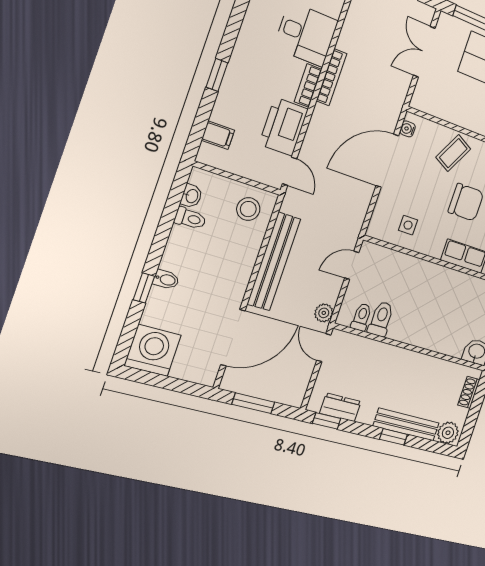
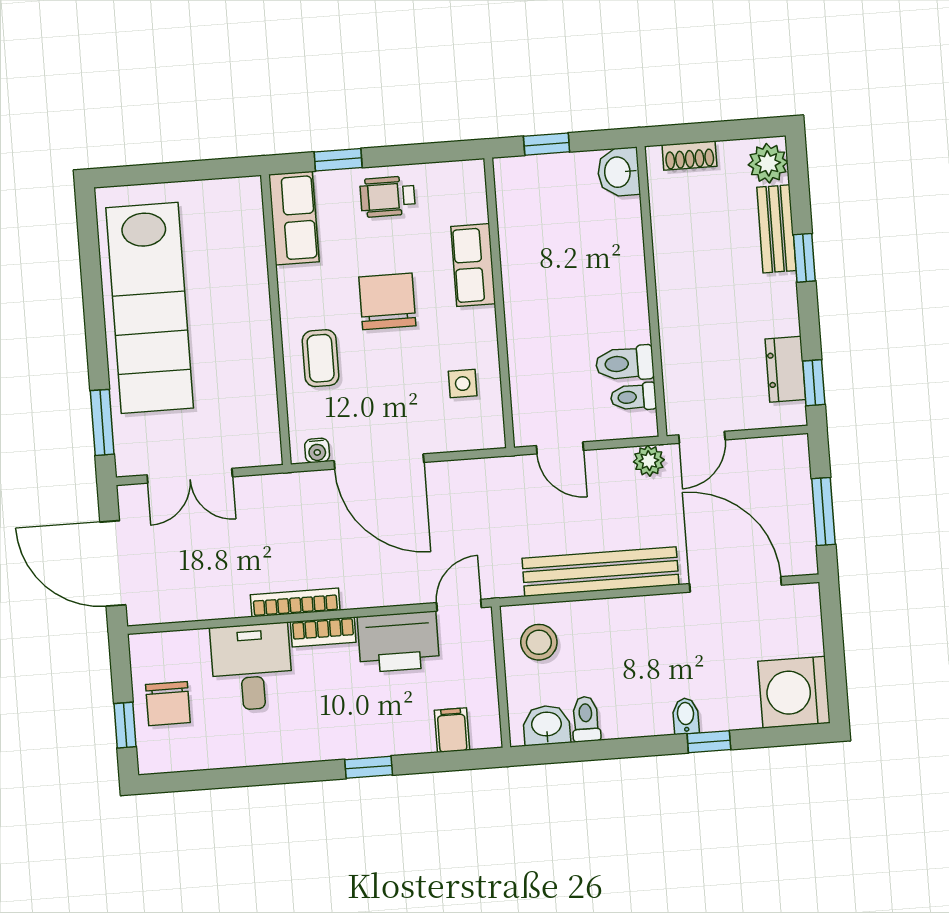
coffee table: (453, 153) -> (321, 358), turned 62
washbasin: (191, 196) -> (547, 725), width x1.38, depth x1.45
bench: (406, 425) -> (776, 229), width x0.73

